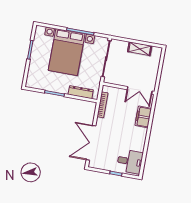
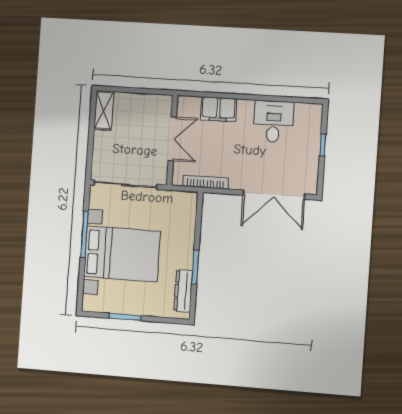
shelving: (140, 49) -> (104, 110), moved
double door: (140, 90) -> (172, 139), moved
dresser: (81, 92) -> (183, 291), moved
desk: (130, 161) -> (273, 122), moved

